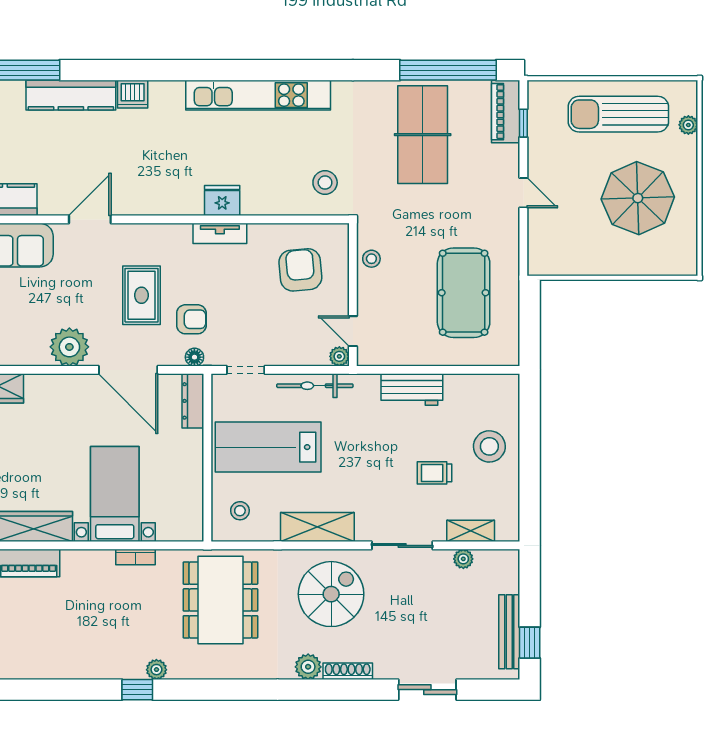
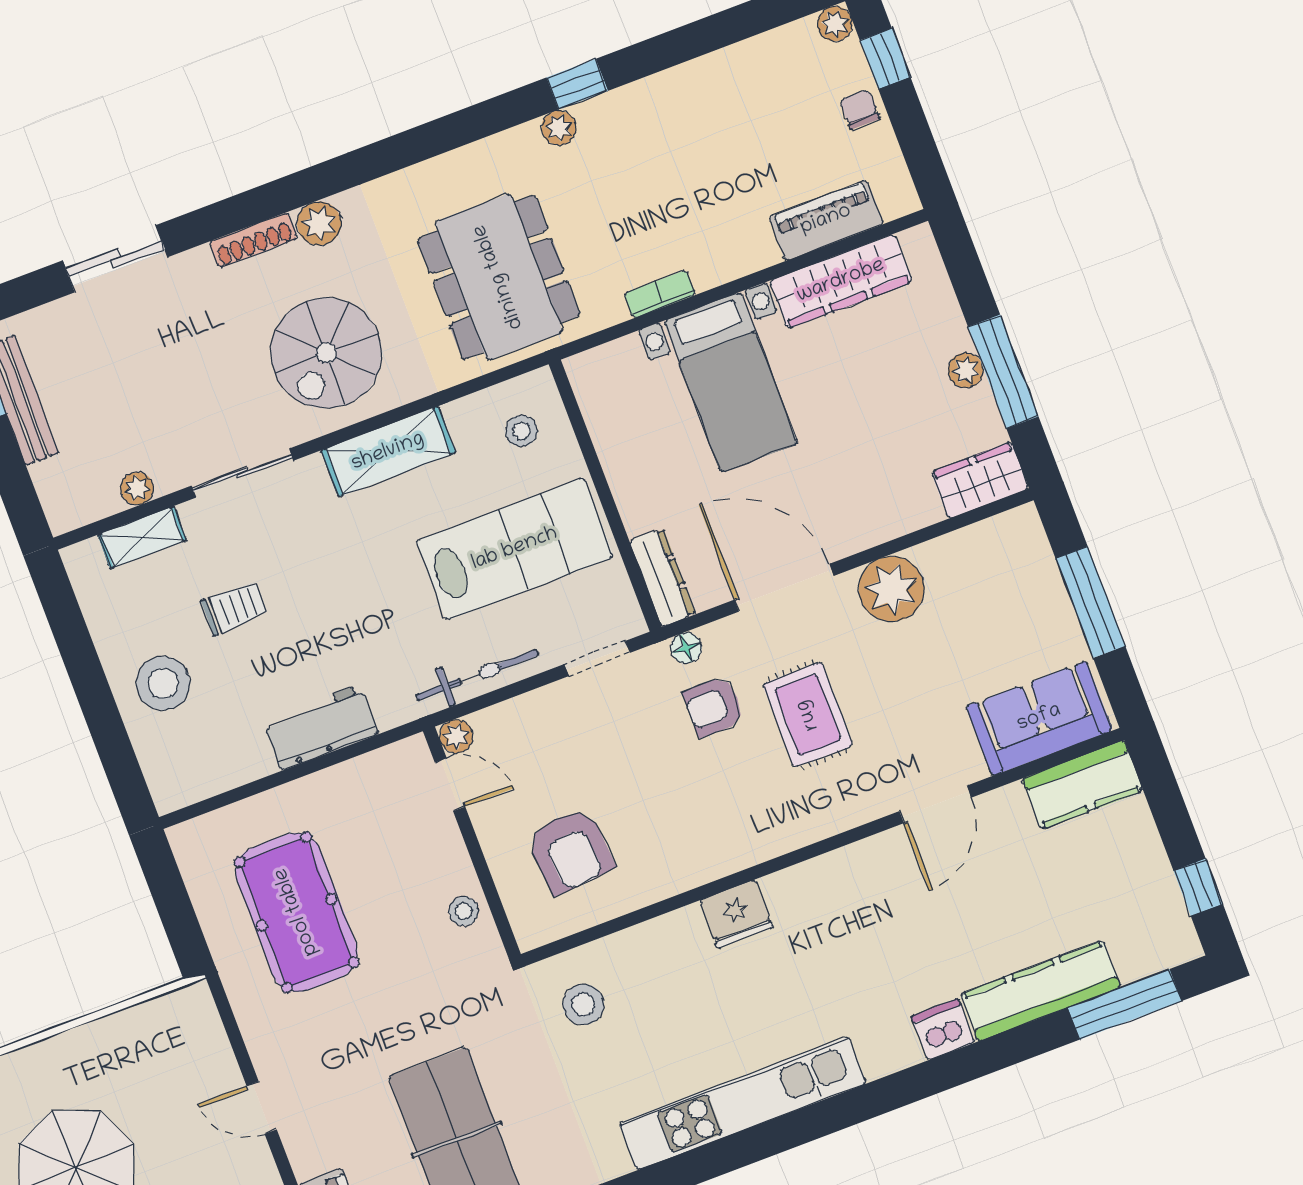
tv unit: (220, 233) -> (720, 860), removed

